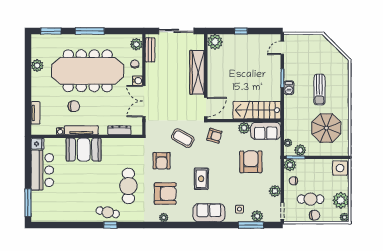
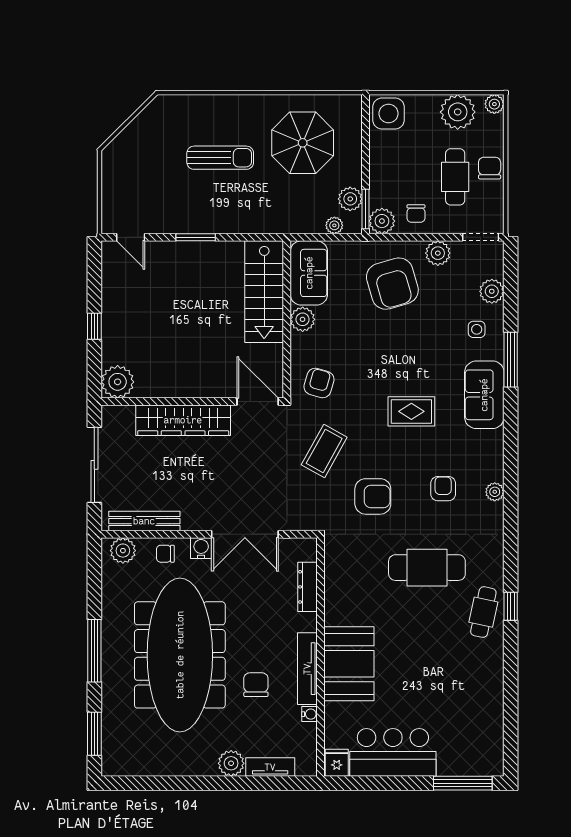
bench: (150, 50) -> (144, 521), width x1.36
plant: (37, 66) -> (231, 763), moved
barbecue: (289, 88) -> (216, 223), removed
armchair: (251, 162) -> (392, 284), moved, turned -106
armchair: (165, 193) -> (443, 489), width x0.53, depth x0.53
window: (251, 225) -> (511, 360), moved

